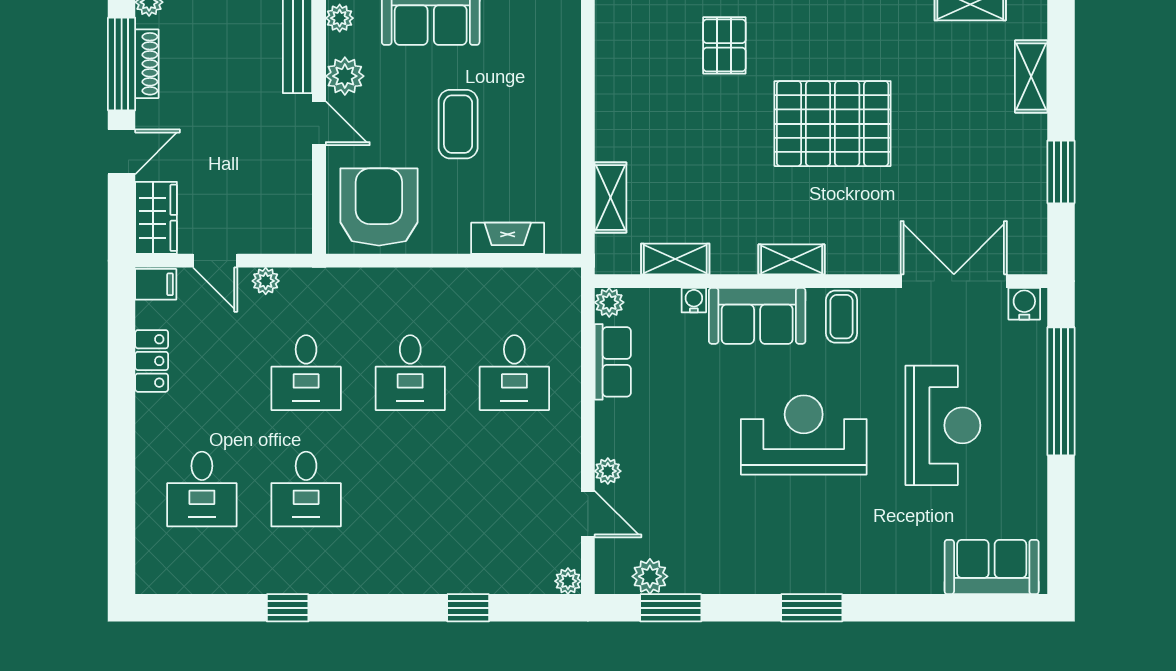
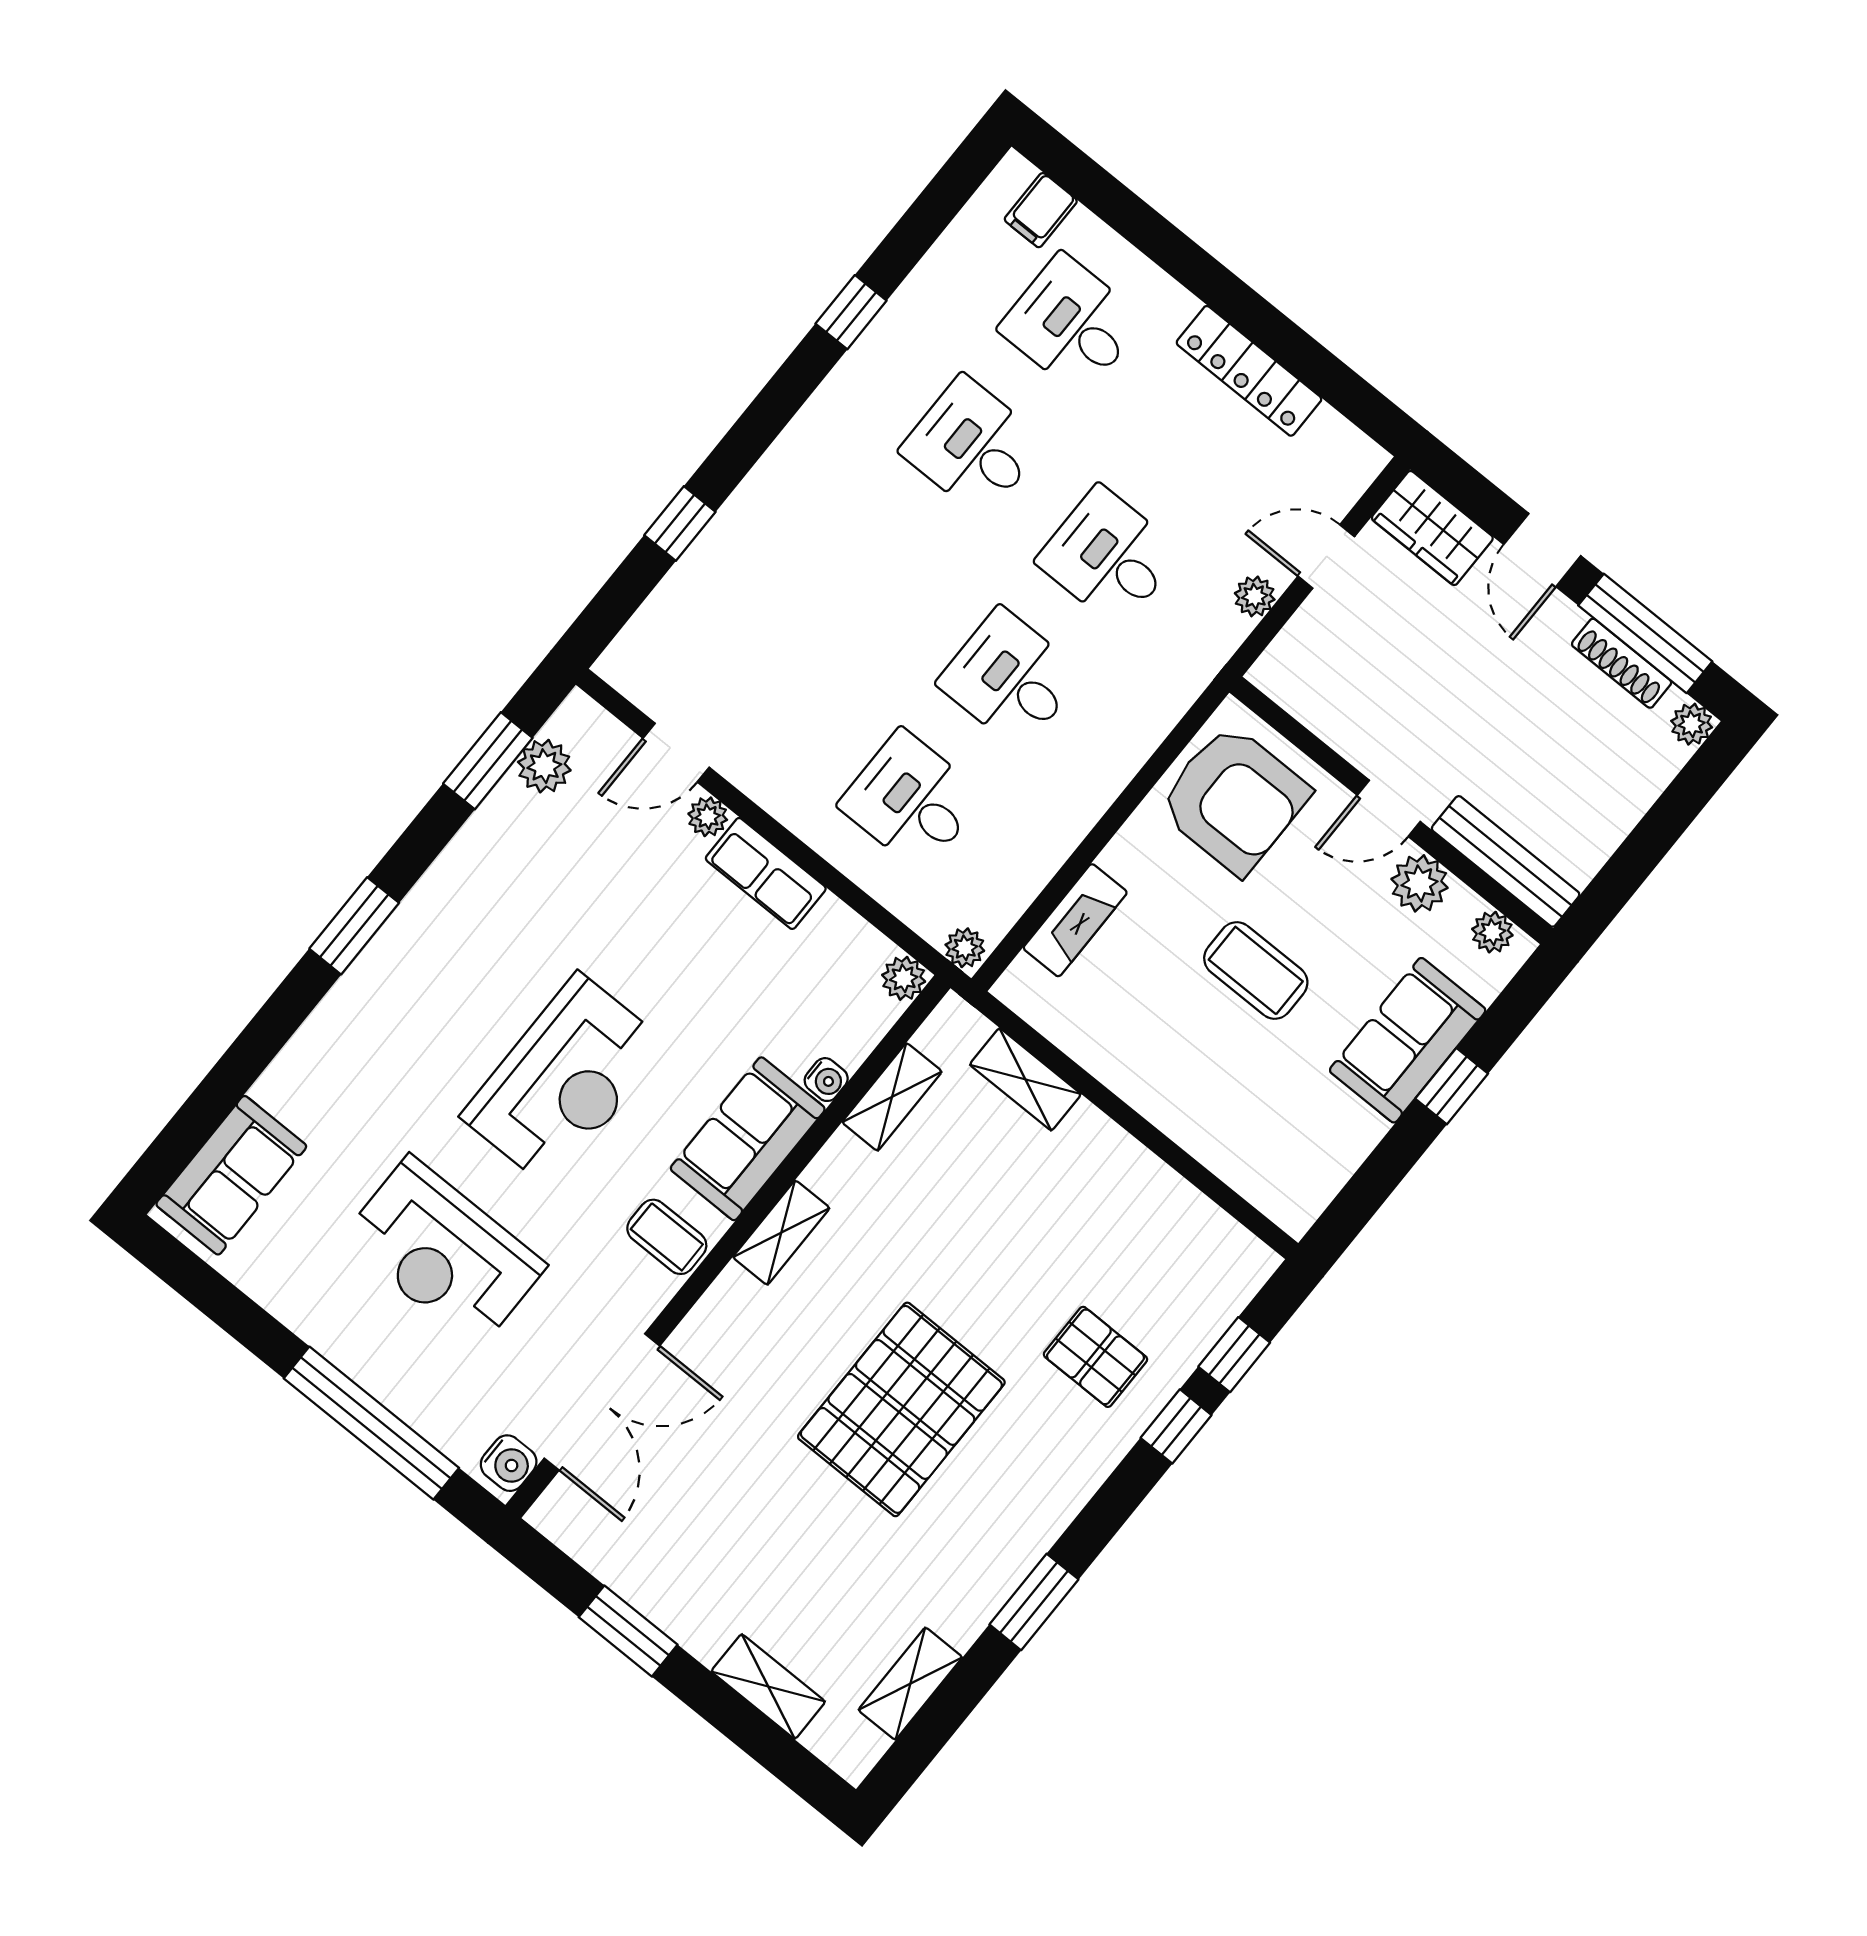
filing cabinet: (156, 284) -> (1041, 210), moved
locker: (152, 361) -> (1249, 371), width x1.53
row of seats: (613, 362) -> (766, 873), moved
plant: (568, 581) -> (965, 948), moved

